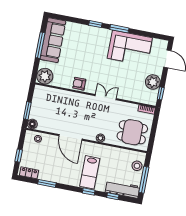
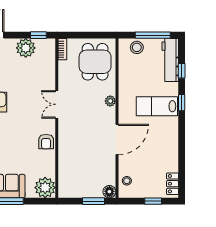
lab bench: (90, 172) -> (157, 106), turned 180
window: (47, 183) -> (182, 158), removed

